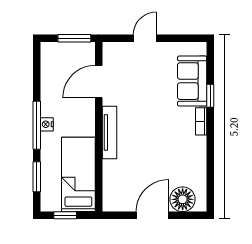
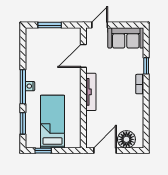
sofa: (192, 81) -> (126, 38), moved, turned -90
door: (99, 82) -> (83, 56), moved
wall: (99, 127) -> (83, 88), moved
tv unit: (109, 132) -> (91, 92), moved

